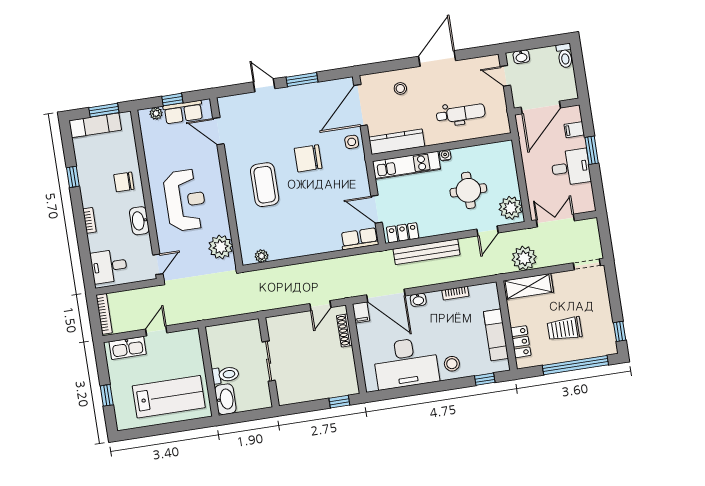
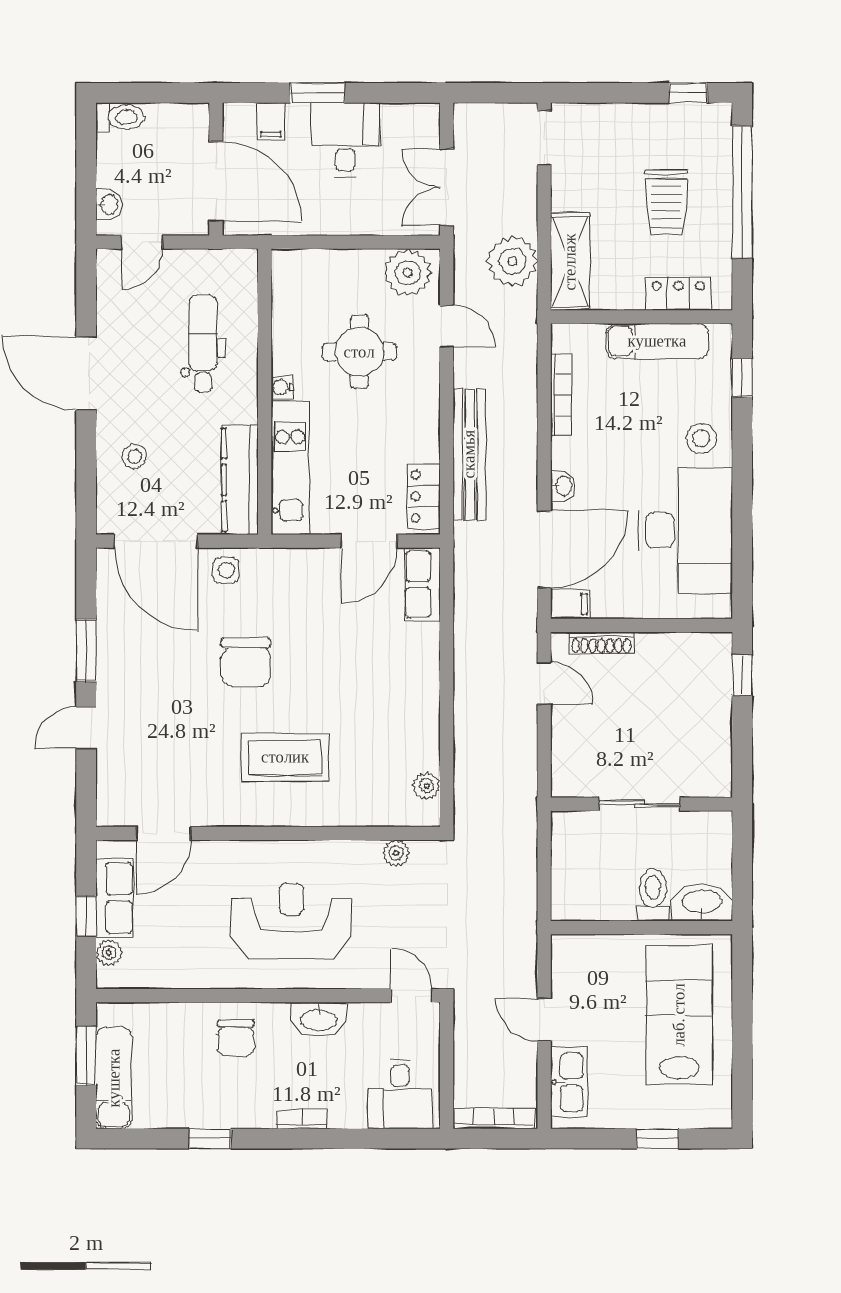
plant: (221, 247) -> (396, 853), width x0.53, depth x0.53
bookcase: (455, 293) -> (561, 395), width x1.56

